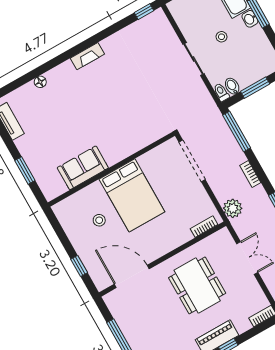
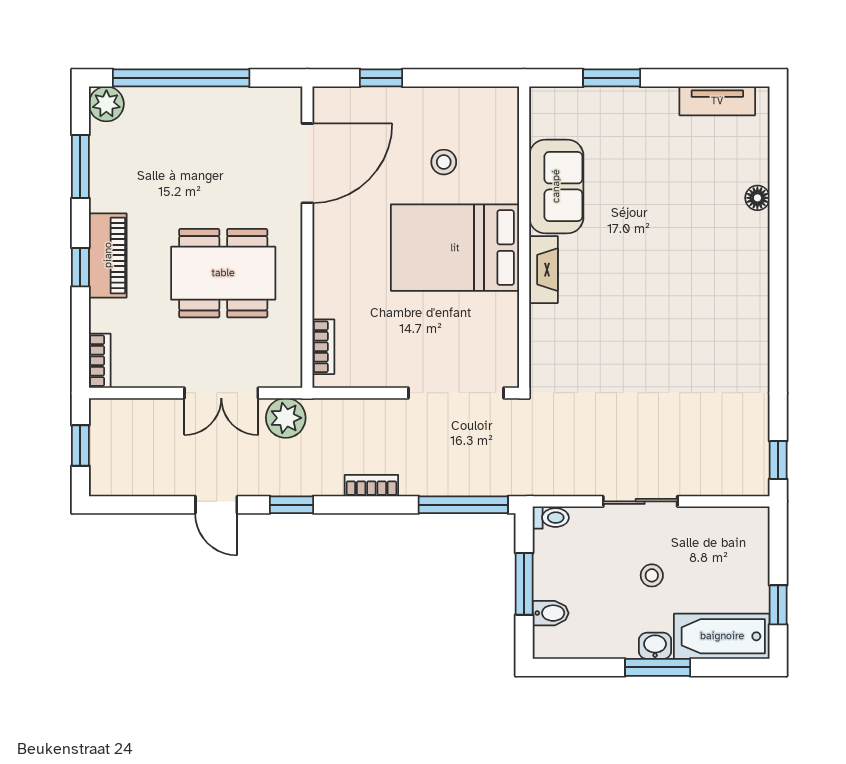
fireplace: (87, 56) -> (544, 270), moved, turned 180
bidet: (232, 86) -> (551, 613), moved
plant: (233, 208) -> (286, 418), moved

